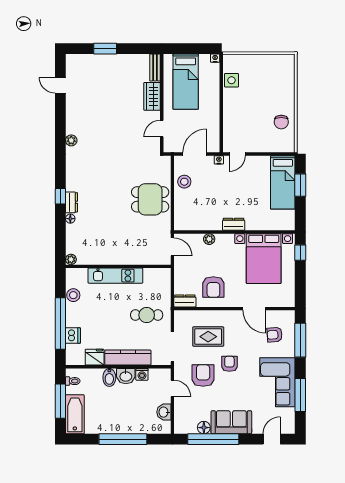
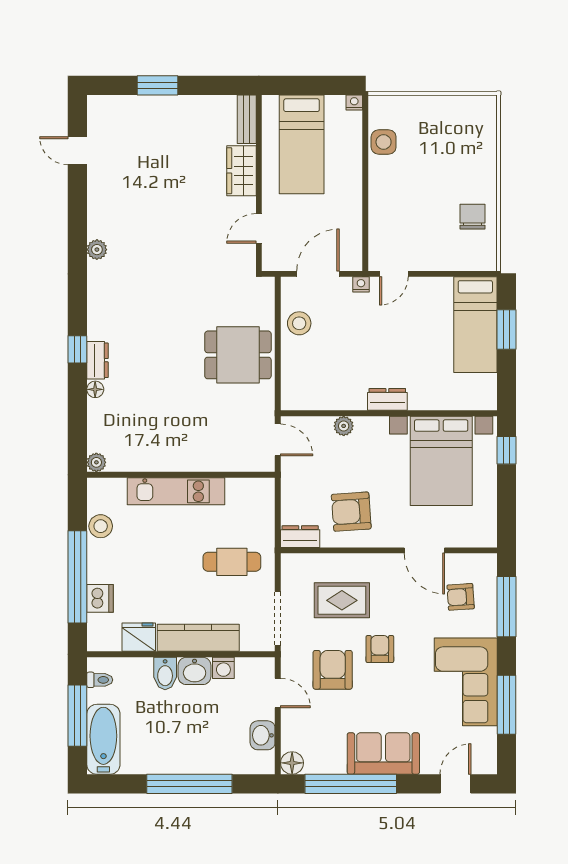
chair: (281, 122) -> (473, 217), turned 180
armchair: (213, 287) -> (351, 512), turned 86
floor lamp: (204, 428) -> (292, 763), moved

